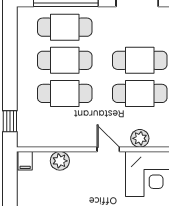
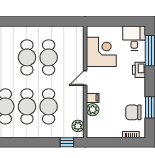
plant: (140, 138) -> (78, 126), moved
filing cabinet: (25, 161) -> (93, 98), moved

